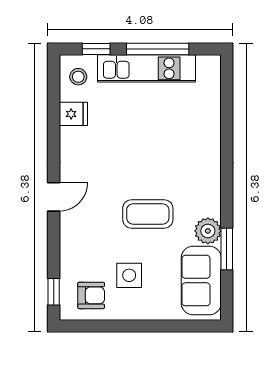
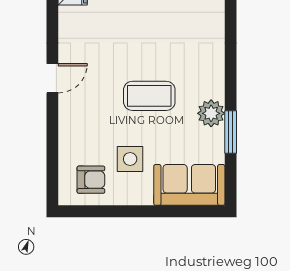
sofa: (201, 281) -> (189, 185), moved, turned 90
window: (54, 292) -> (52, 176), removed

